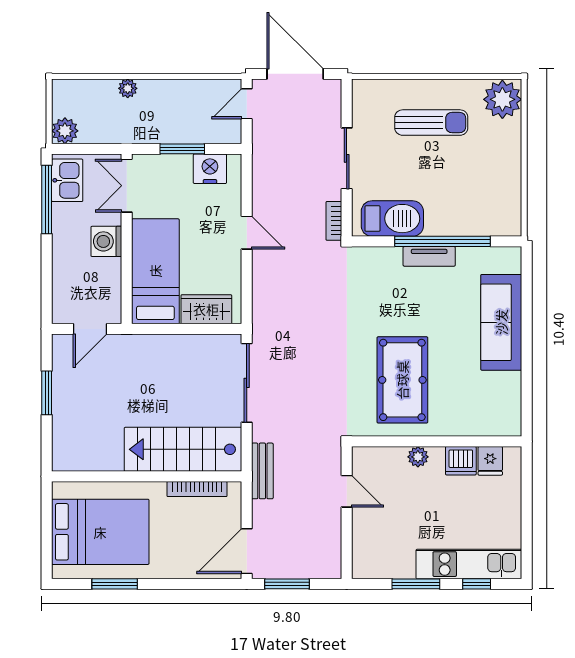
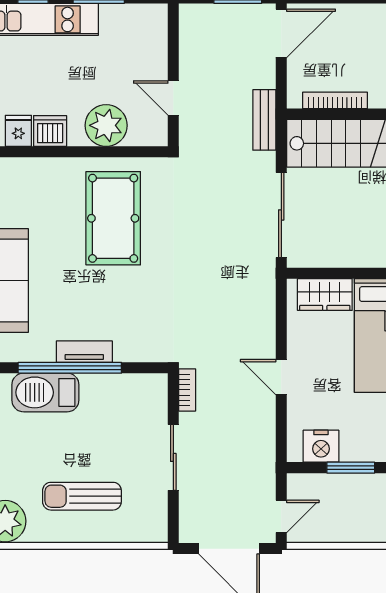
barbecue: (392, 219) -> (45, 392), moved
plant: (418, 457) -> (106, 125), width x1.87, depth x1.87

